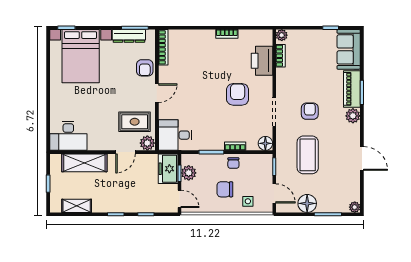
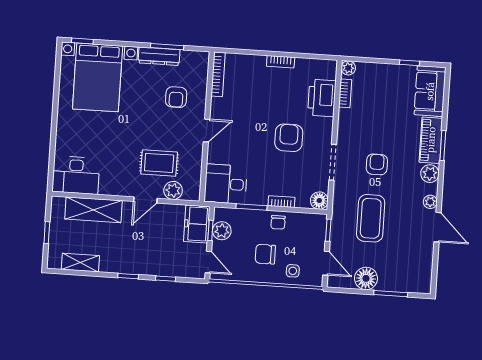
bookcase: (163, 47) -> (218, 74), moved
wall: (157, 90) -> (207, 127), moved
door: (157, 93) -> (207, 131), moved
desk: (175, 135) -> (226, 184), moved
plant: (355, 207) -> (430, 202), moved

